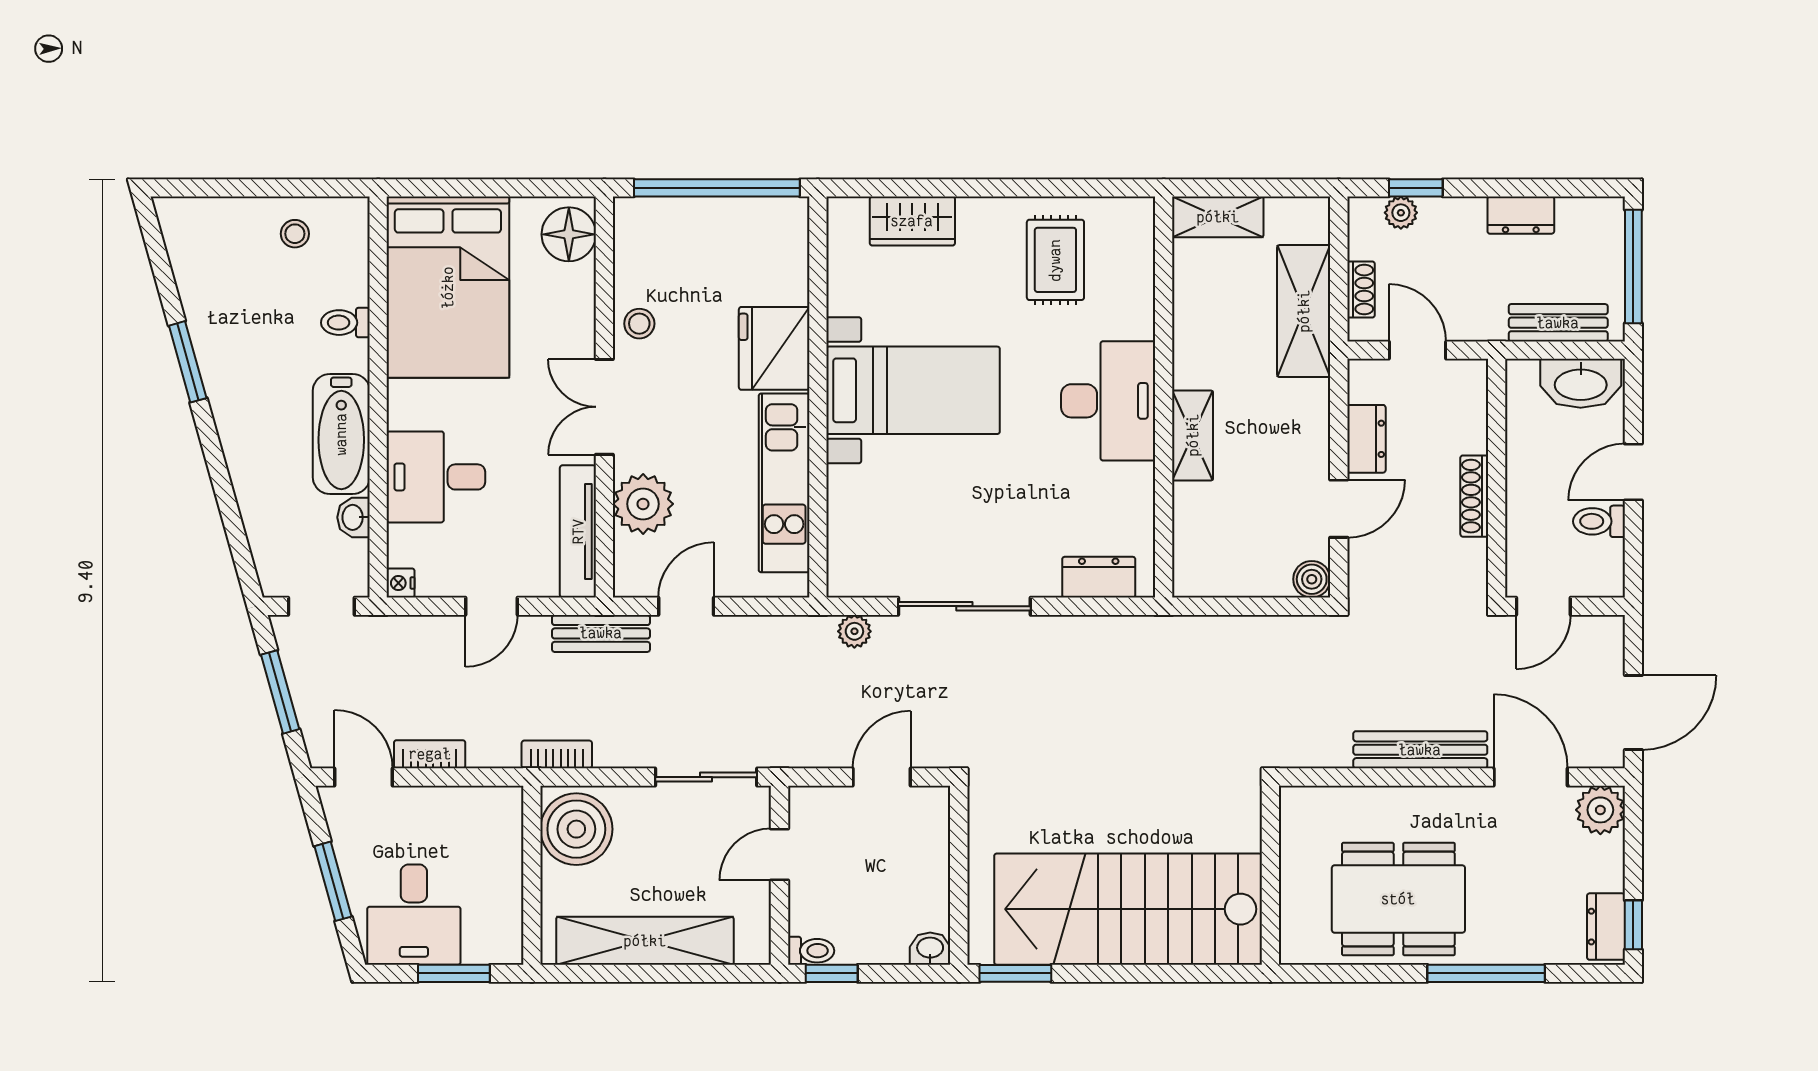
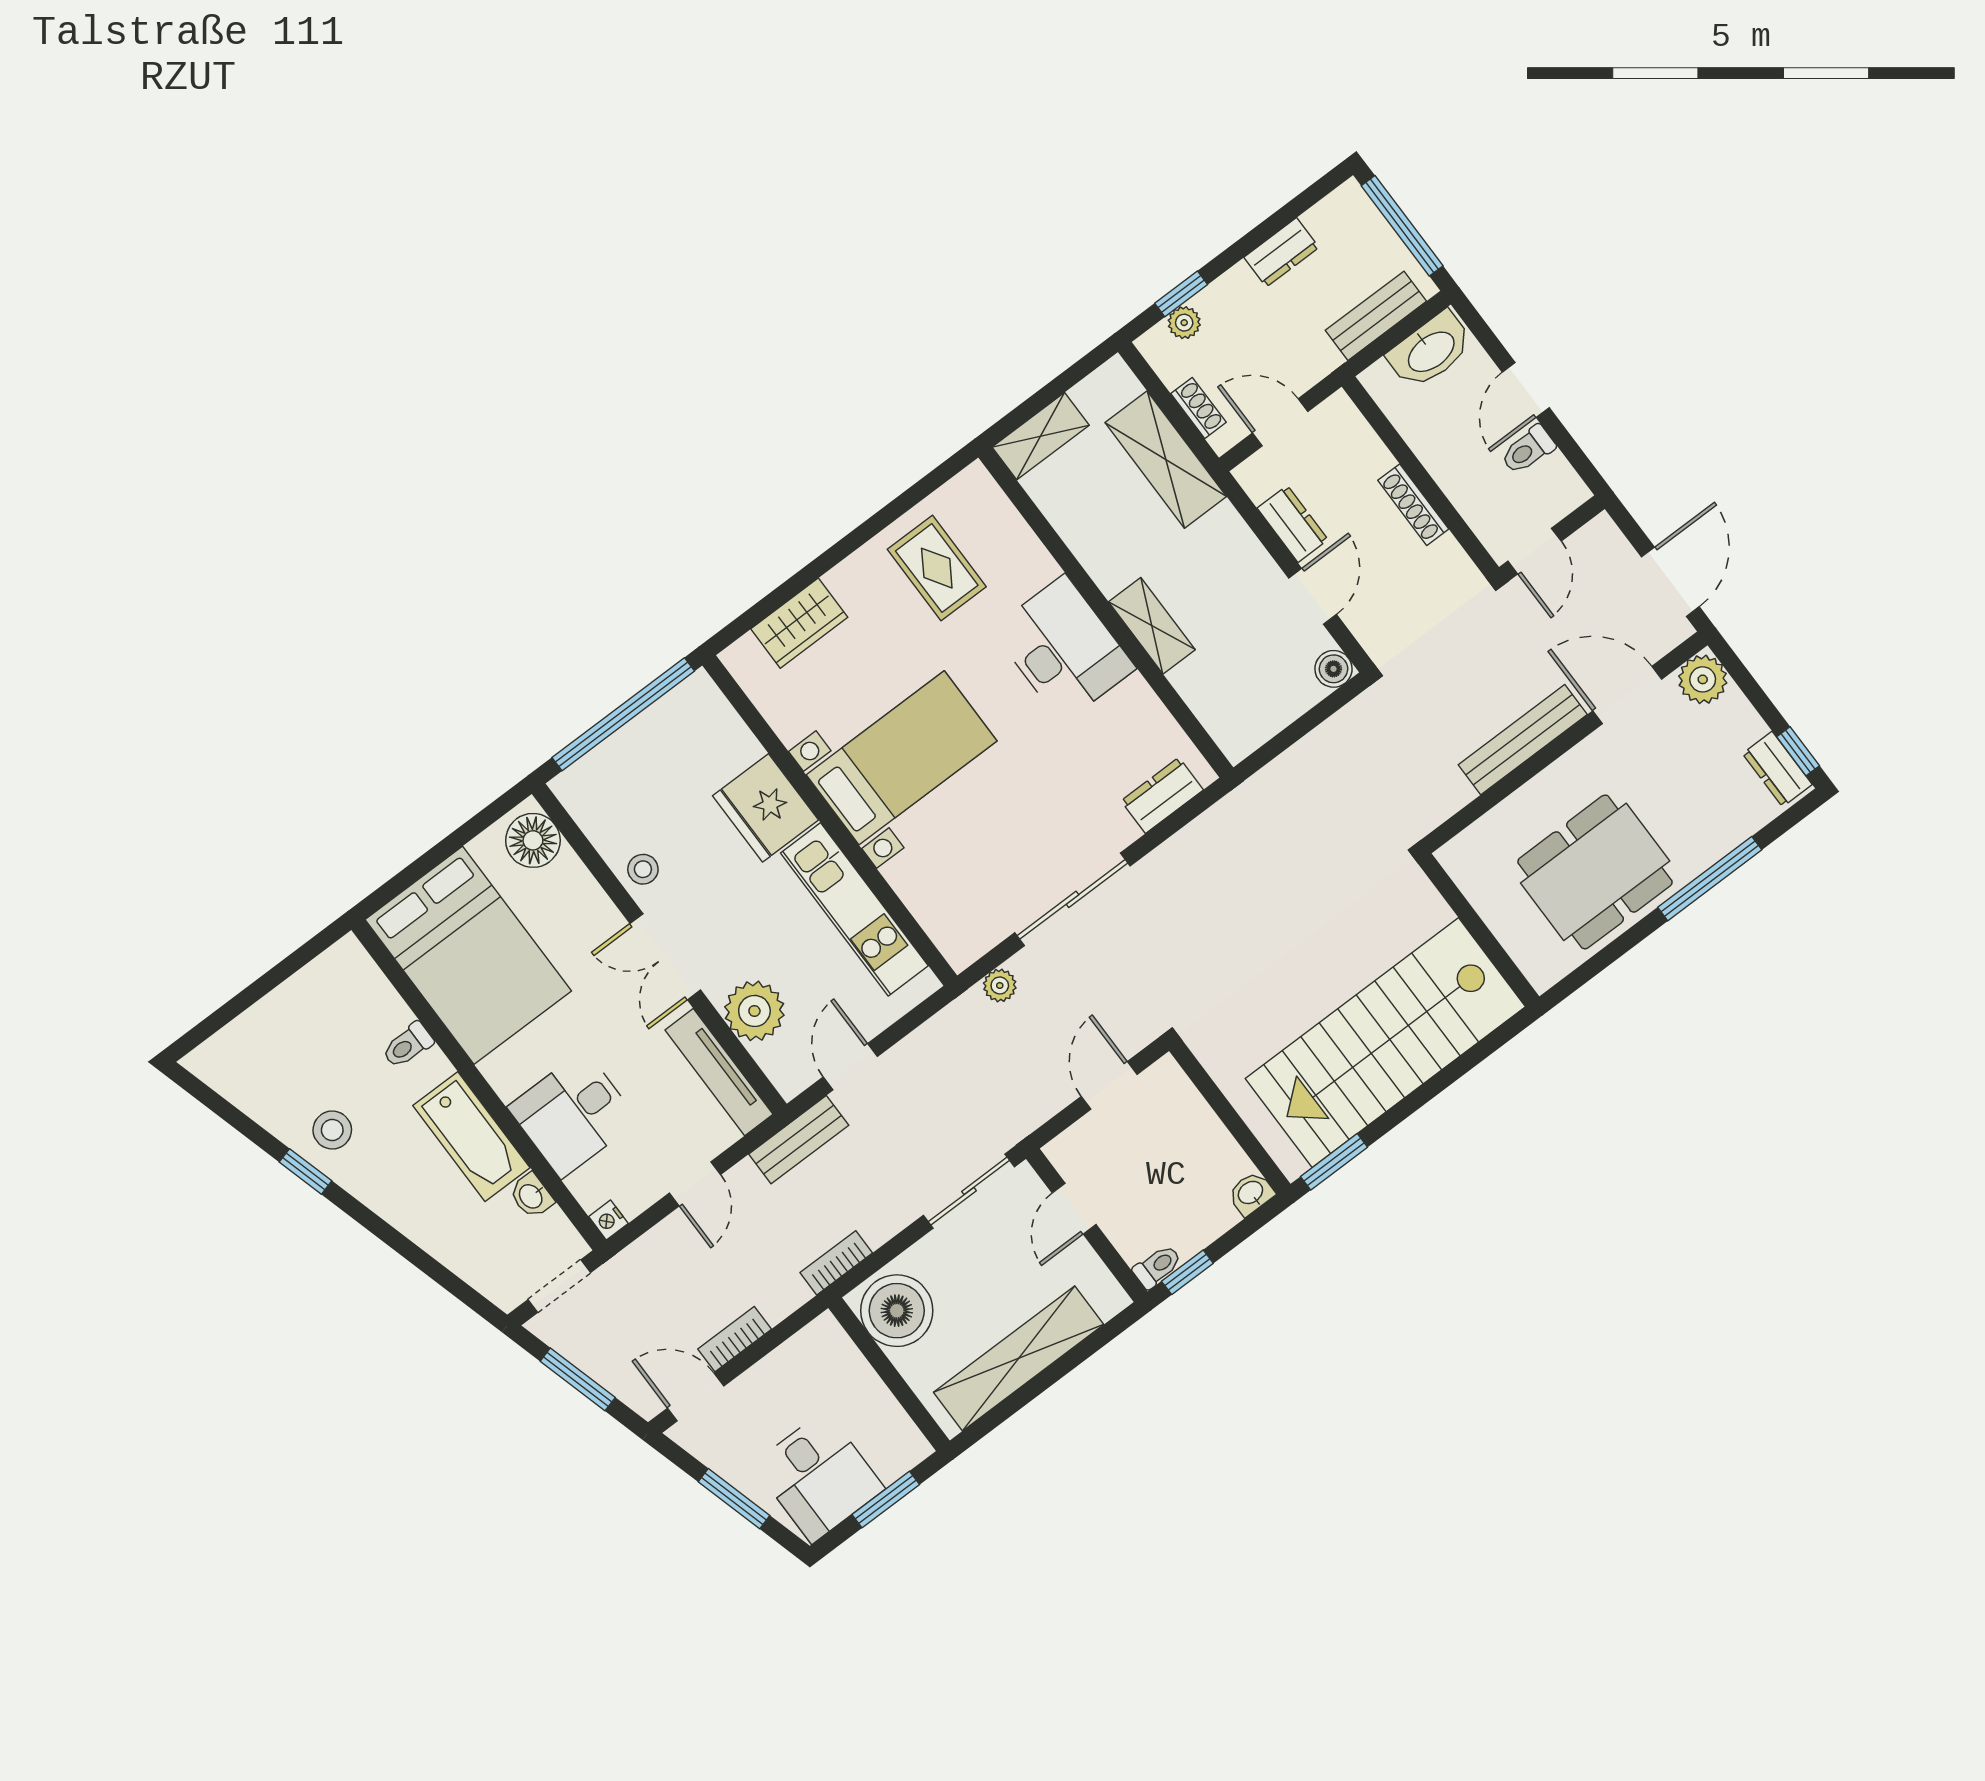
stool: (295, 234) -> (332, 1130), moved, width x1.37, depth x1.37
window: (188, 362) -> (305, 1171), width x0.67

